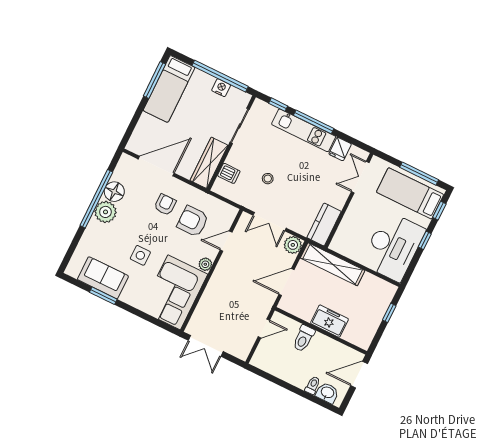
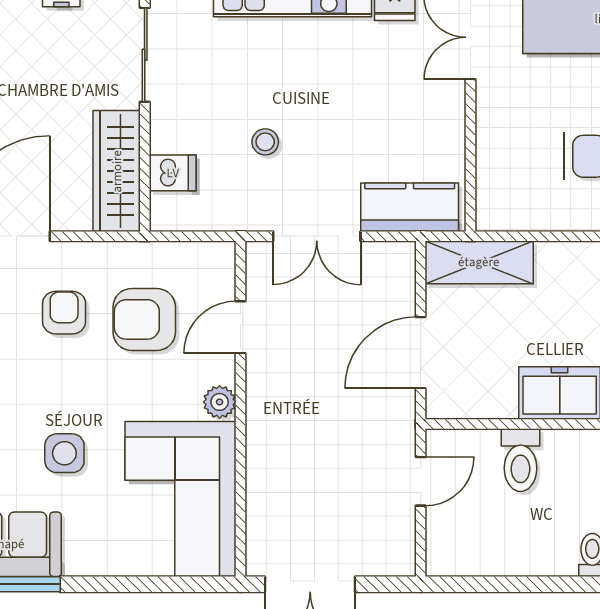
kitchen counter: (324, 225) -> (410, 207), moved, turned 90
plant: (293, 245) -> (394, 263), removed
shelving: (333, 264) -> (479, 262), width x0.68

